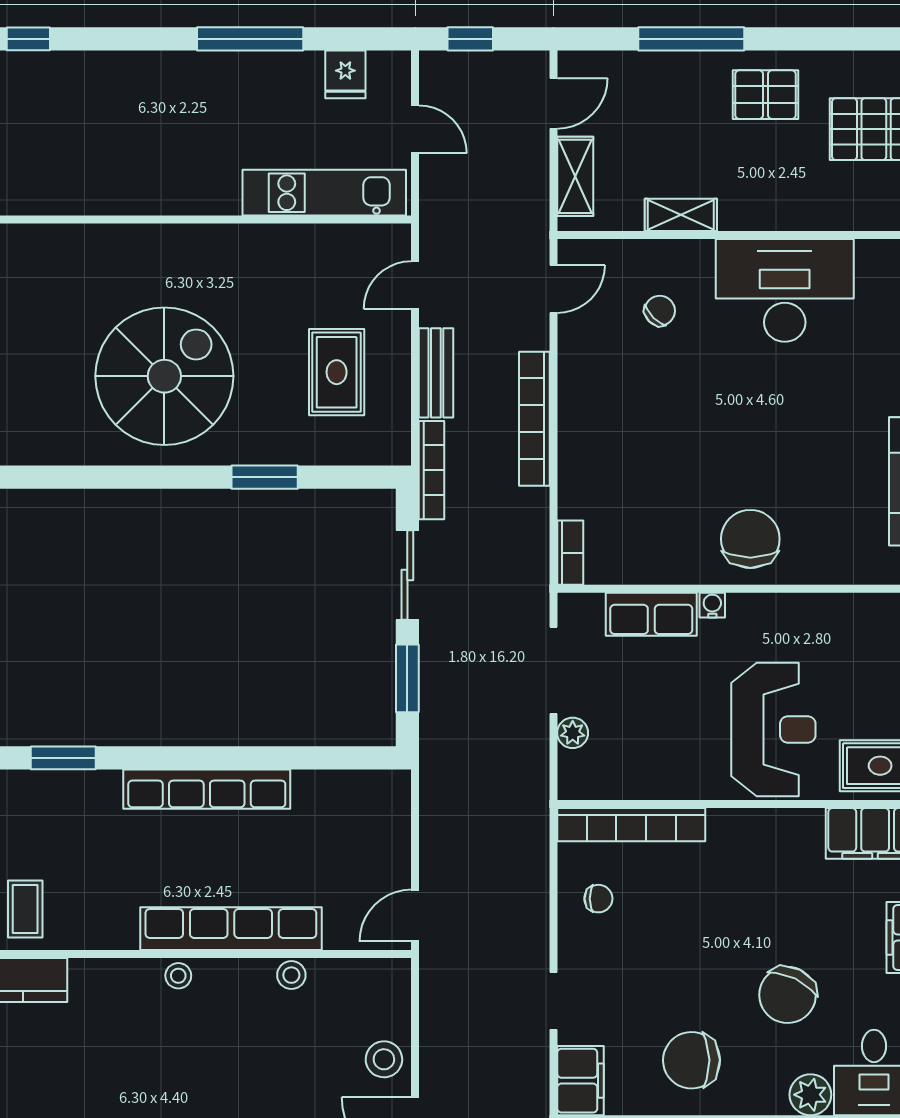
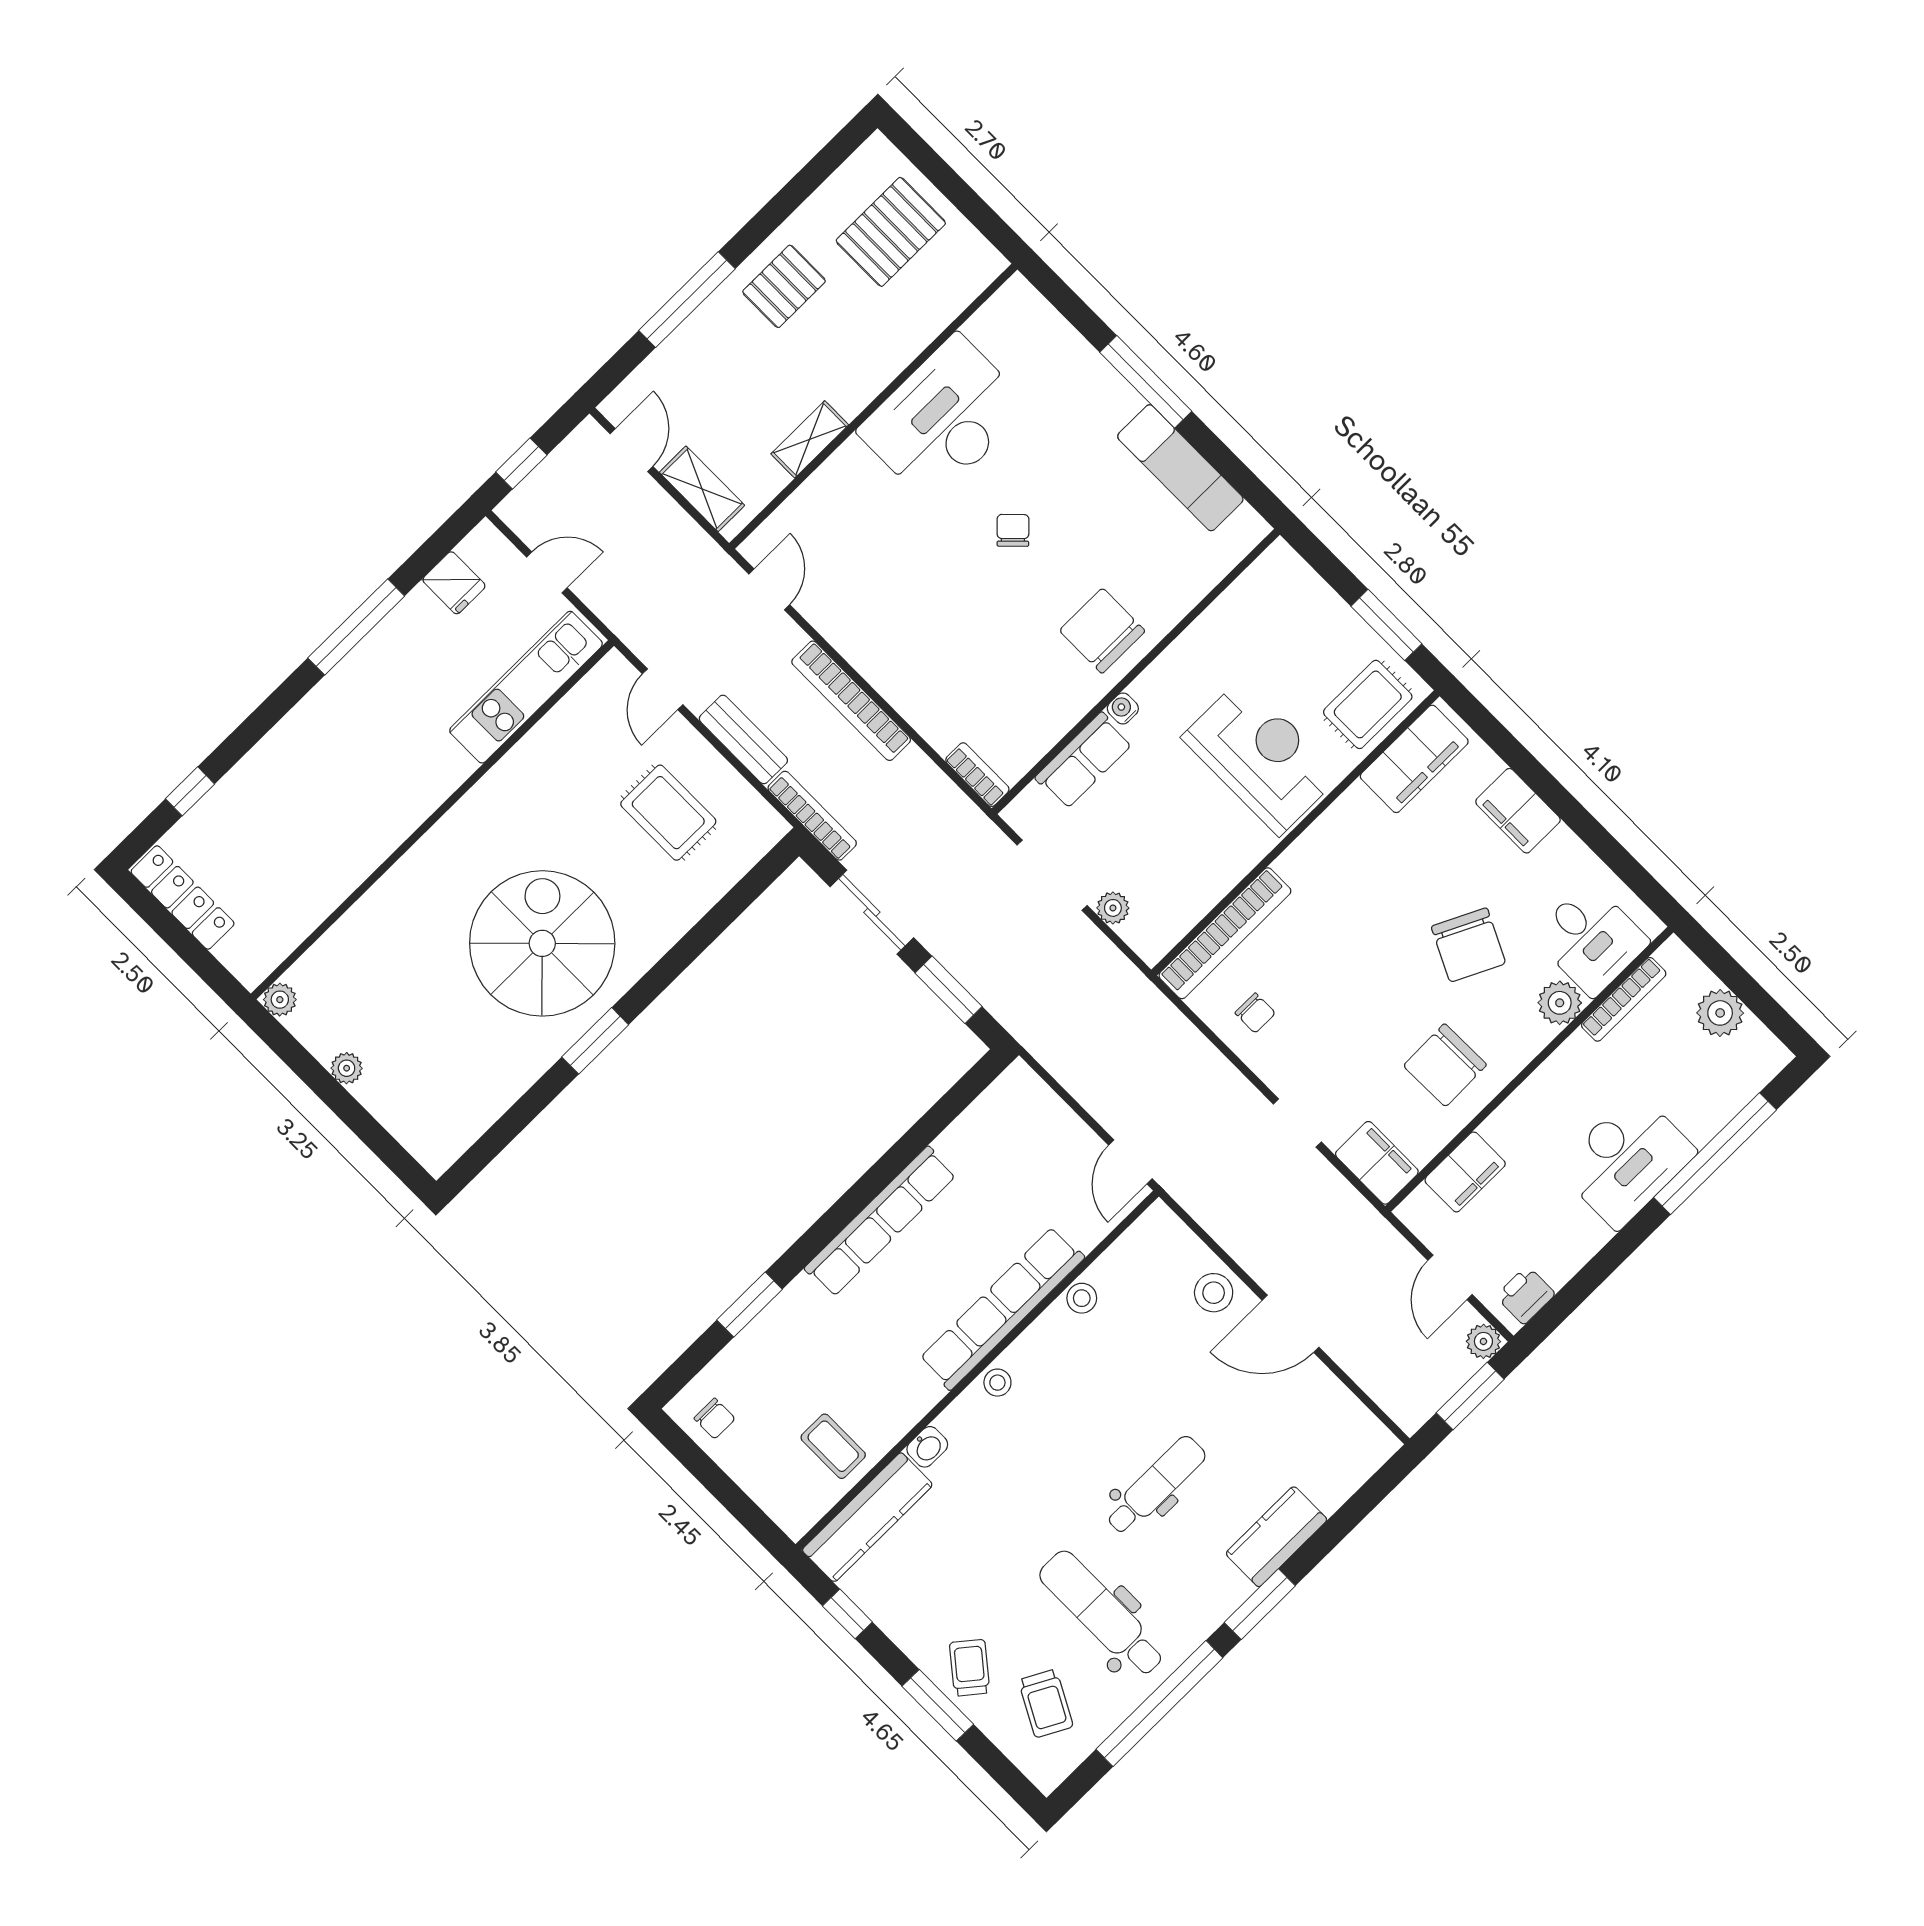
chair: (660, 311) -> (1013, 530), moved
window: (265, 477) -> (595, 1041), moved
chair: (598, 899) -> (1255, 1013), turned 90
washbasin: (88, 972) -> (927, 1447), added

